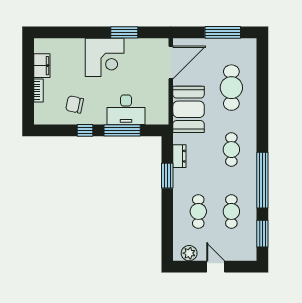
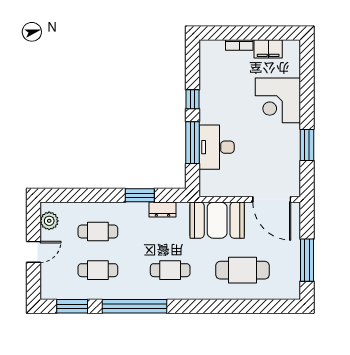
corner desk: (105, 57) -> (278, 100), moved
chair: (75, 104) -> (223, 87), removed

